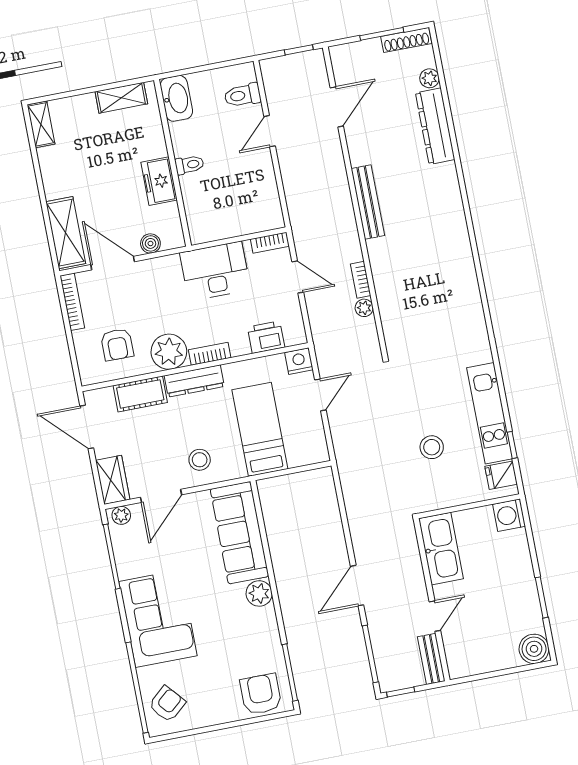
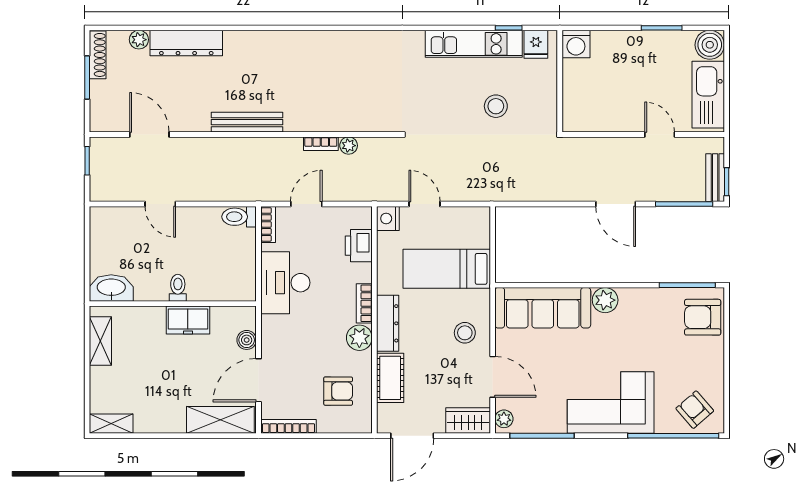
toilet: (243, 95) -> (239, 217), moved, turned 90
plant: (169, 352) -> (359, 338), width x0.73, depth x0.73
kitchen sink: (441, 549) -> (708, 95), moved, turned -90
bench: (431, 659) -> (715, 178), moved, turned 90

